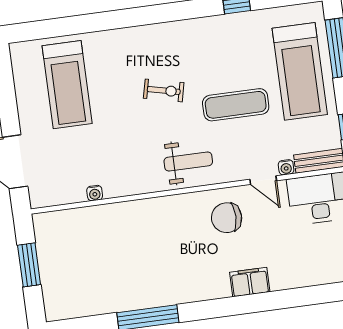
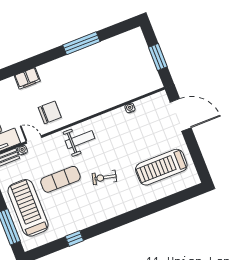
treadmill: (67, 85) -> (161, 167), turned -90
weight bench: (188, 161) -> (80, 140), turned 180

